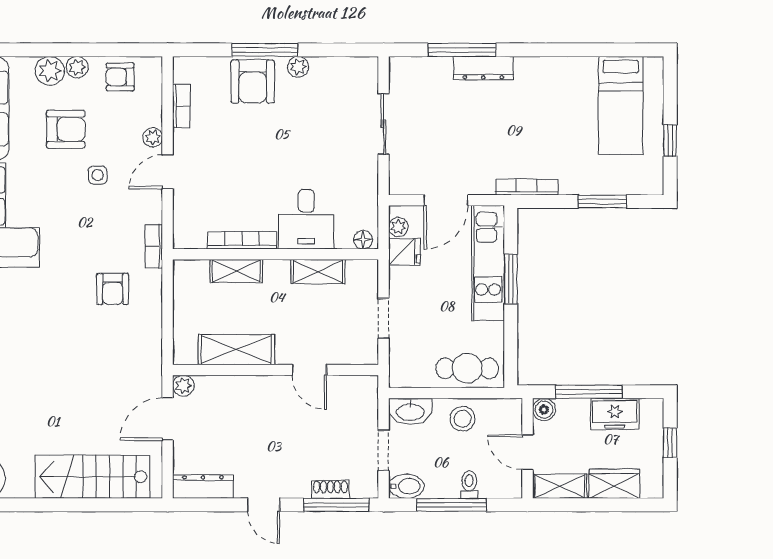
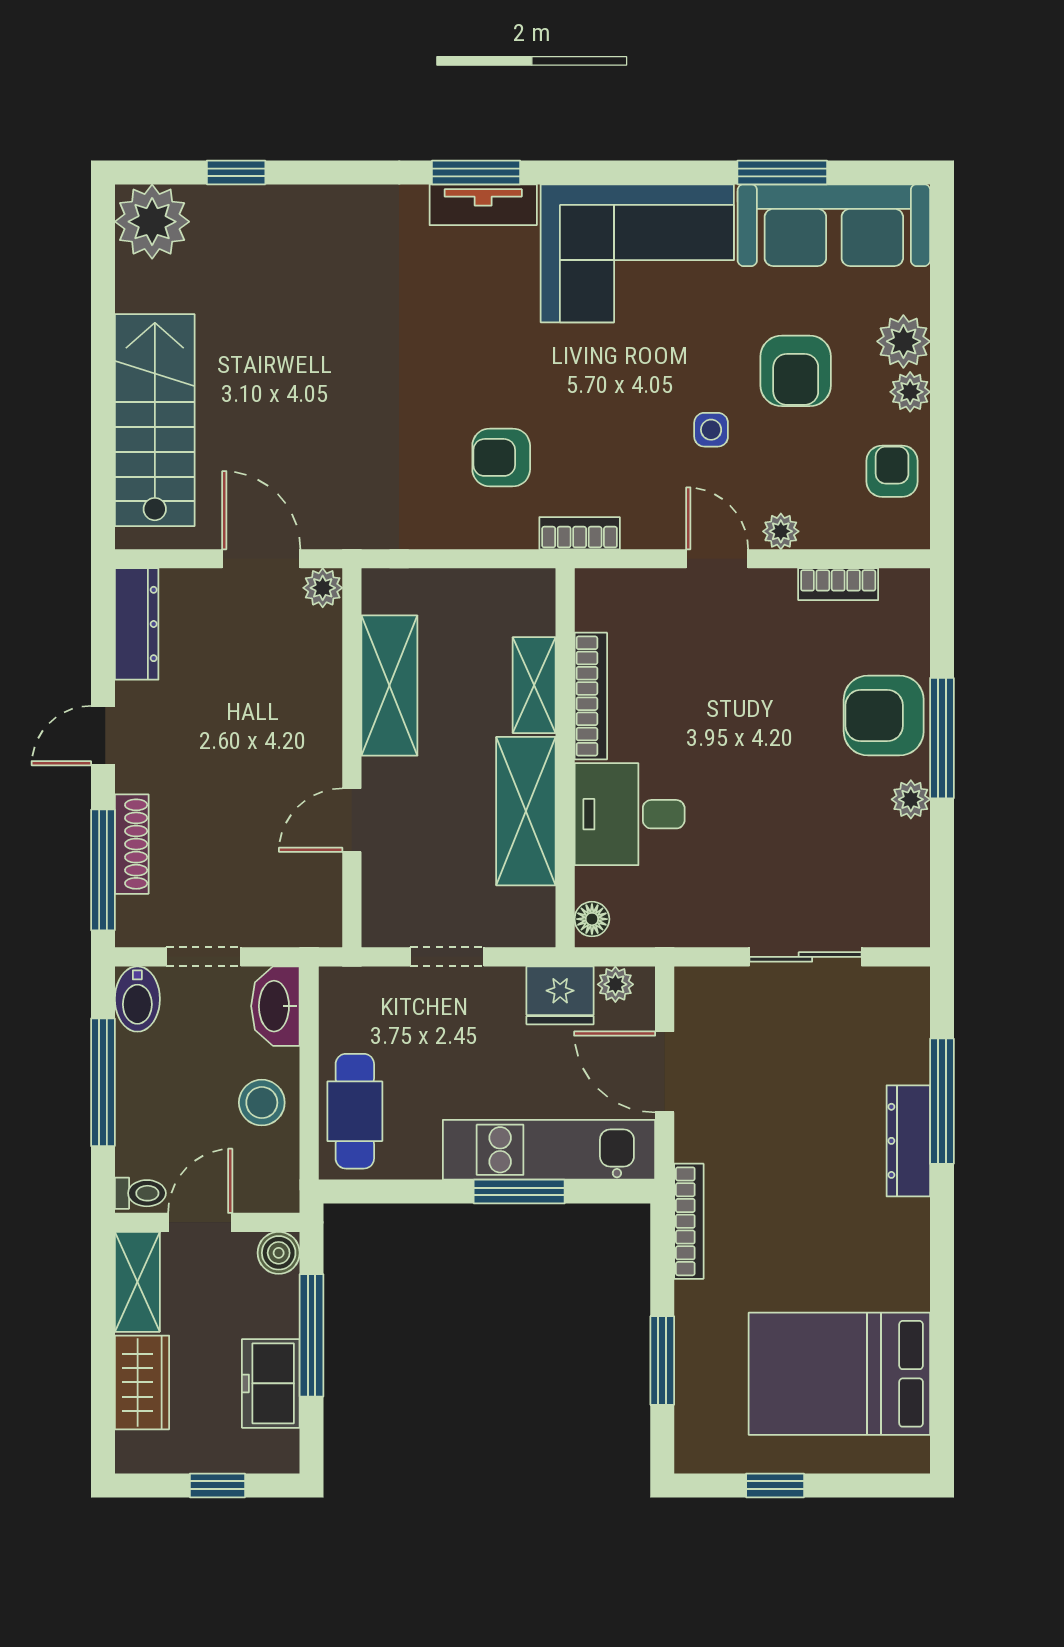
bed: (621, 106) -> (839, 1374), width x1.50
fridge: (404, 252) -> (560, 995), width x1.38
shelving: (318, 271) -> (526, 811), width x1.50, depth x1.33
toilet: (469, 485) -> (140, 1193), moved
shoe rack: (330, 489) -> (132, 844), width x1.43

